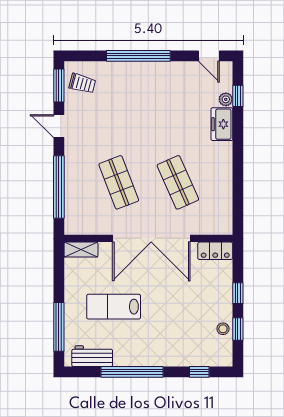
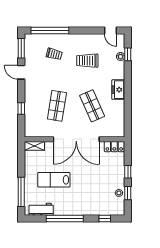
window: (138, 56) -> (50, 31), moved
trolley: (82, 83) -> (54, 54), moved
trolley: (170, 106) -> (87, 61), added
freezer: (222, 124) -> (118, 90), moved
shop shelf: (119, 182) -> (57, 106), turned 30
window: (59, 187) -> (21, 109), width x0.32

